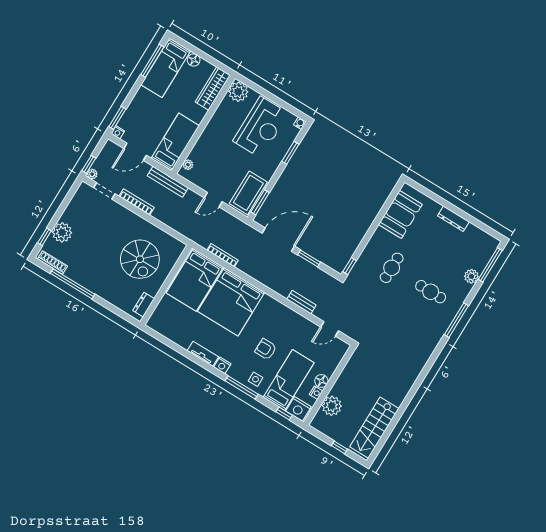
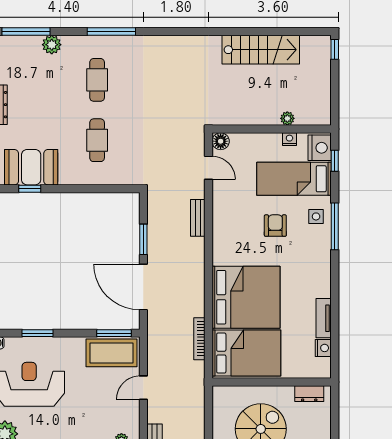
door: (213, 200) -> (143, 388), swing flipped
window: (350, 266) -> (30, 189), moved
cafe table: (392, 268) -> (97, 140), turned 90
armchair: (266, 349) -> (275, 226), turned 180
tv unit: (203, 354) -> (324, 318), moved
nightstand: (222, 365) -> (323, 348), moved
floor lamp: (321, 381) -> (221, 141), moved
plant: (332, 406) -> (287, 118), width x0.53, depth x0.53
stairs: (374, 428) -> (261, 50), moved
window: (339, 447) -> (335, 49), moved

